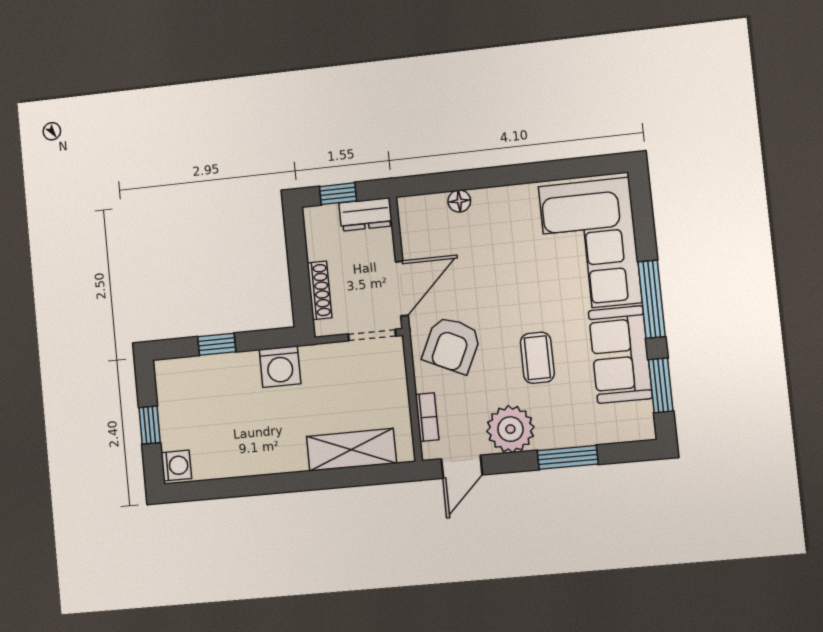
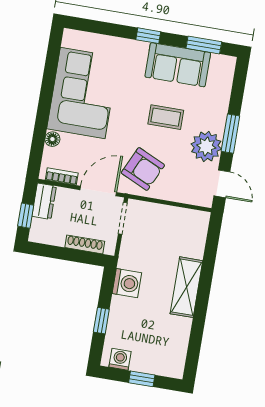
corner sofa: (590, 244) -> (83, 93), moved, turned -90
door: (402, 289) -> (98, 191), hinge flipped
window: (652, 299) -> (148, 36), width x0.46
bookcase: (427, 417) -> (62, 176), moved
shelving: (351, 450) -> (186, 287), moved
window: (568, 457) -> (230, 134), moved
washing machine: (176, 466) -> (120, 359), moved

